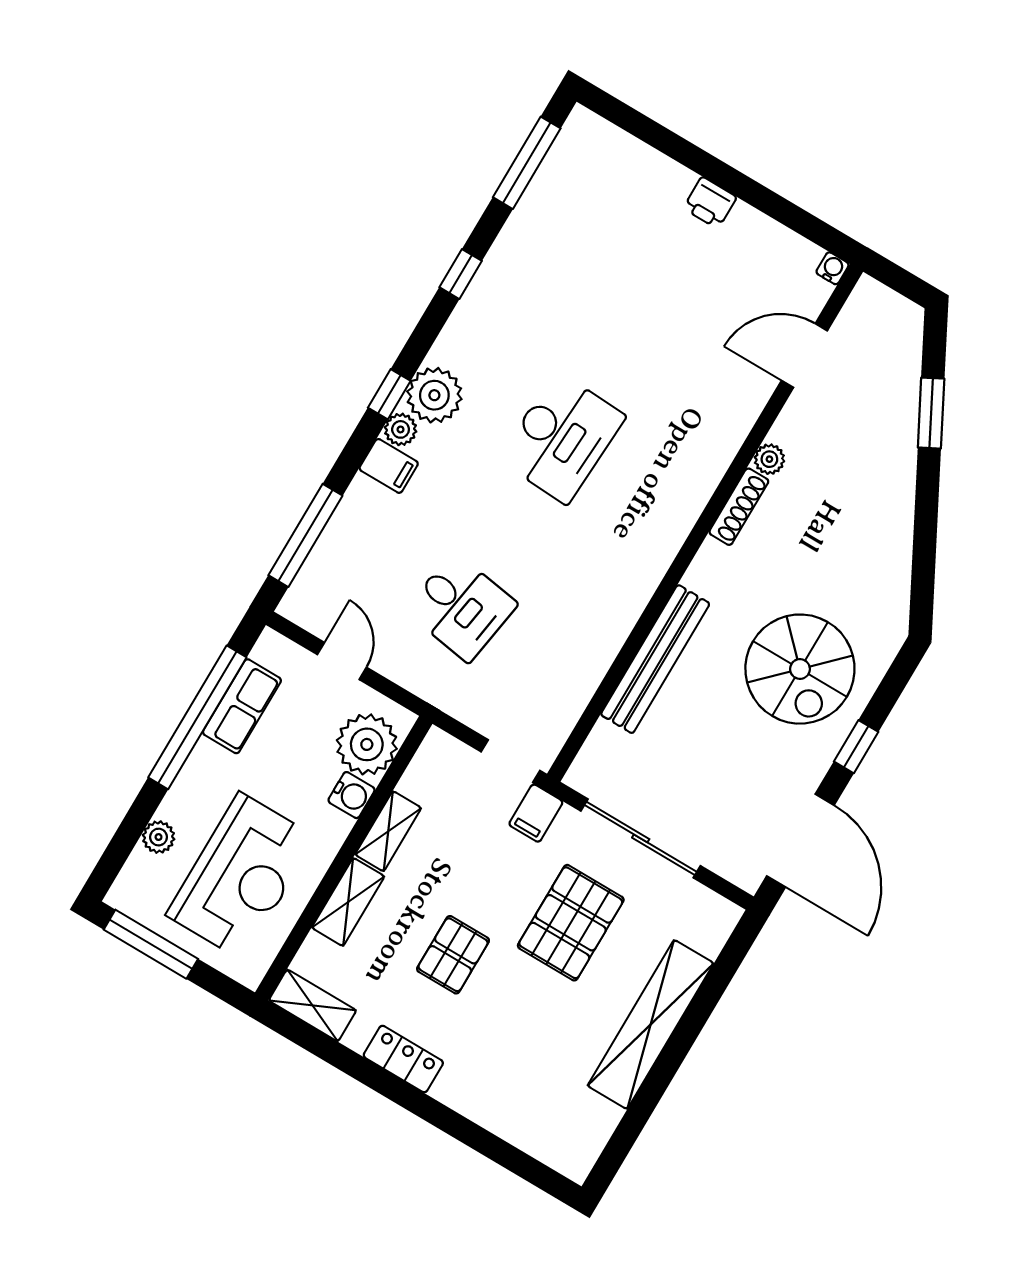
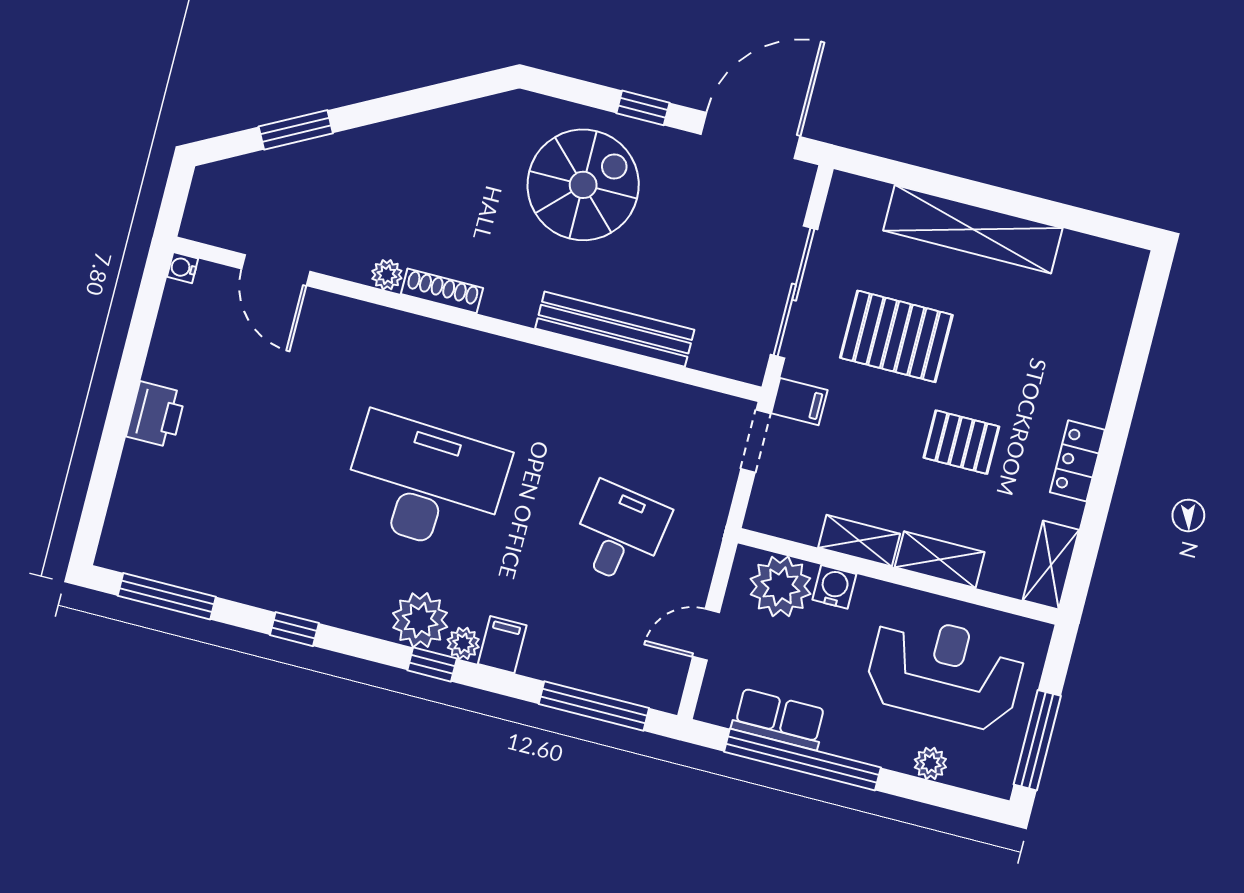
printer: (710, 203) -> (156, 415), width x1.36, depth x1.24
desk: (562, 438) -> (425, 484), width x1.36, depth x1.30

